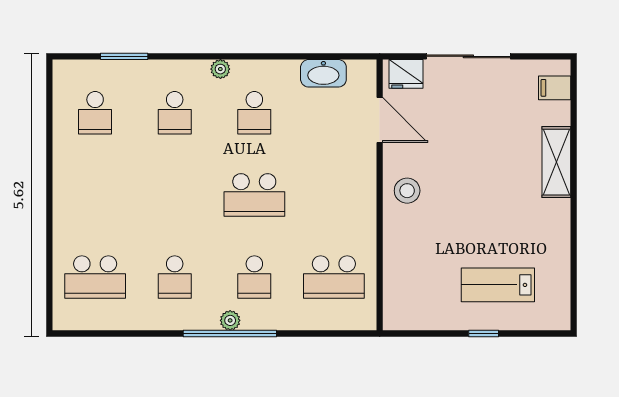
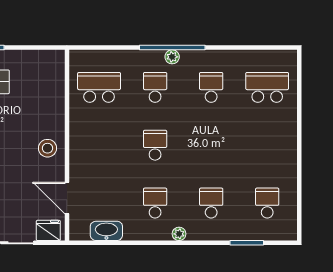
school desk: (254, 195) -> (155, 145), width x0.54

